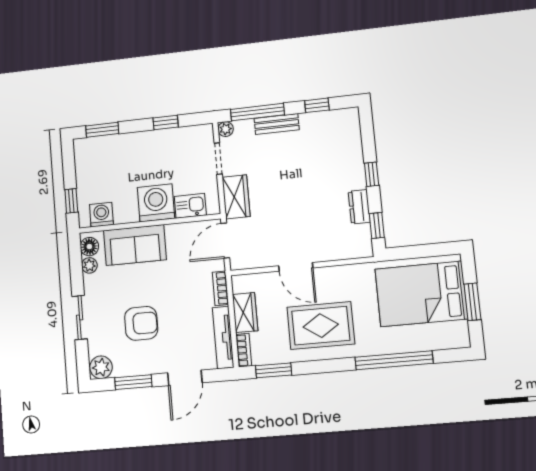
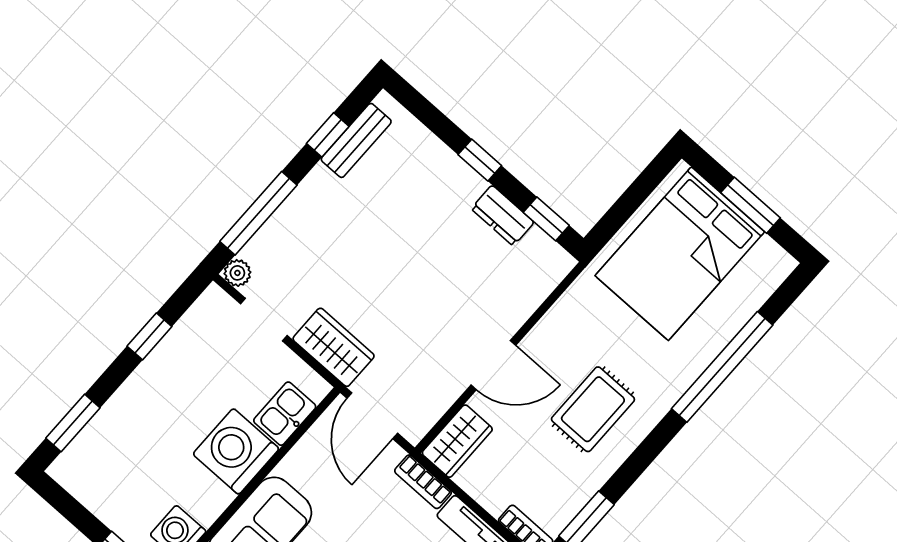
bench: (277, 124) -> (356, 140), moved
wardrobe: (245, 312) -> (457, 441), moved, turned 90
rug: (321, 326) -> (593, 409), width x0.73, depth x0.70

